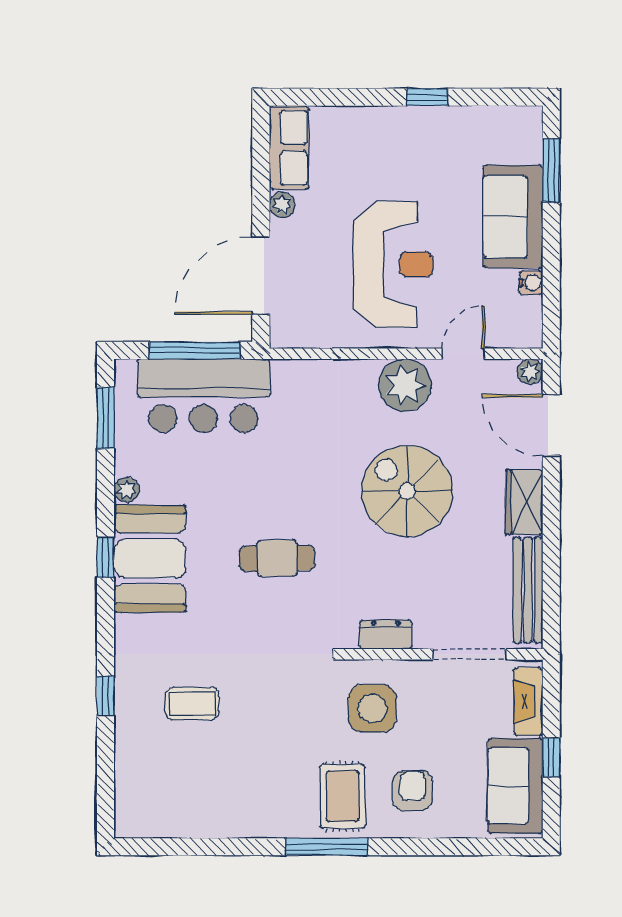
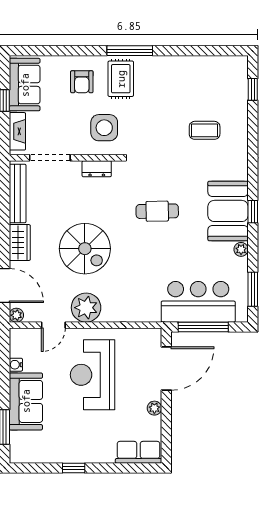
row of seats: (289, 148) -> (139, 452), moved, turned 90
window: (106, 696) -> (253, 89), moved

